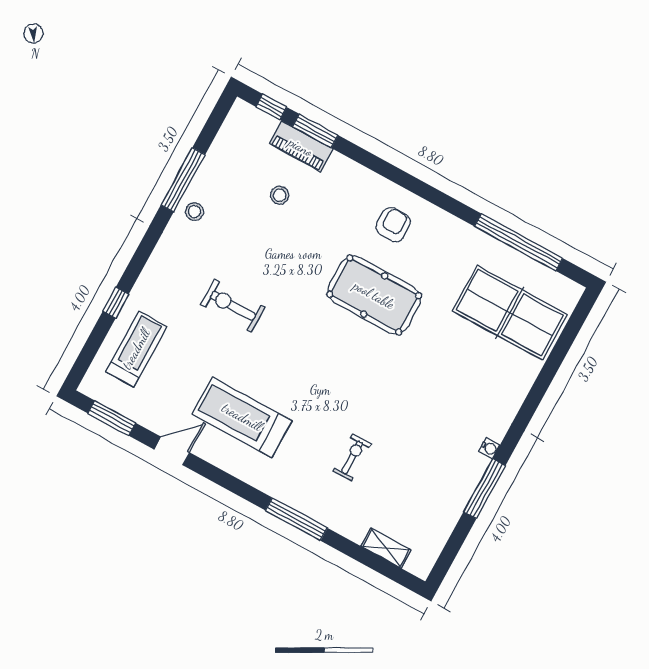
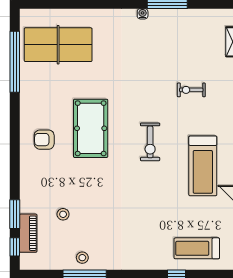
piano: (301, 147) -> (28, 233), moved
stool: (194, 212) -> (82, 258), moved
exercise bike: (233, 306) -> (150, 142), moved
table tennis table: (510, 313) -> (58, 45), turned 90

